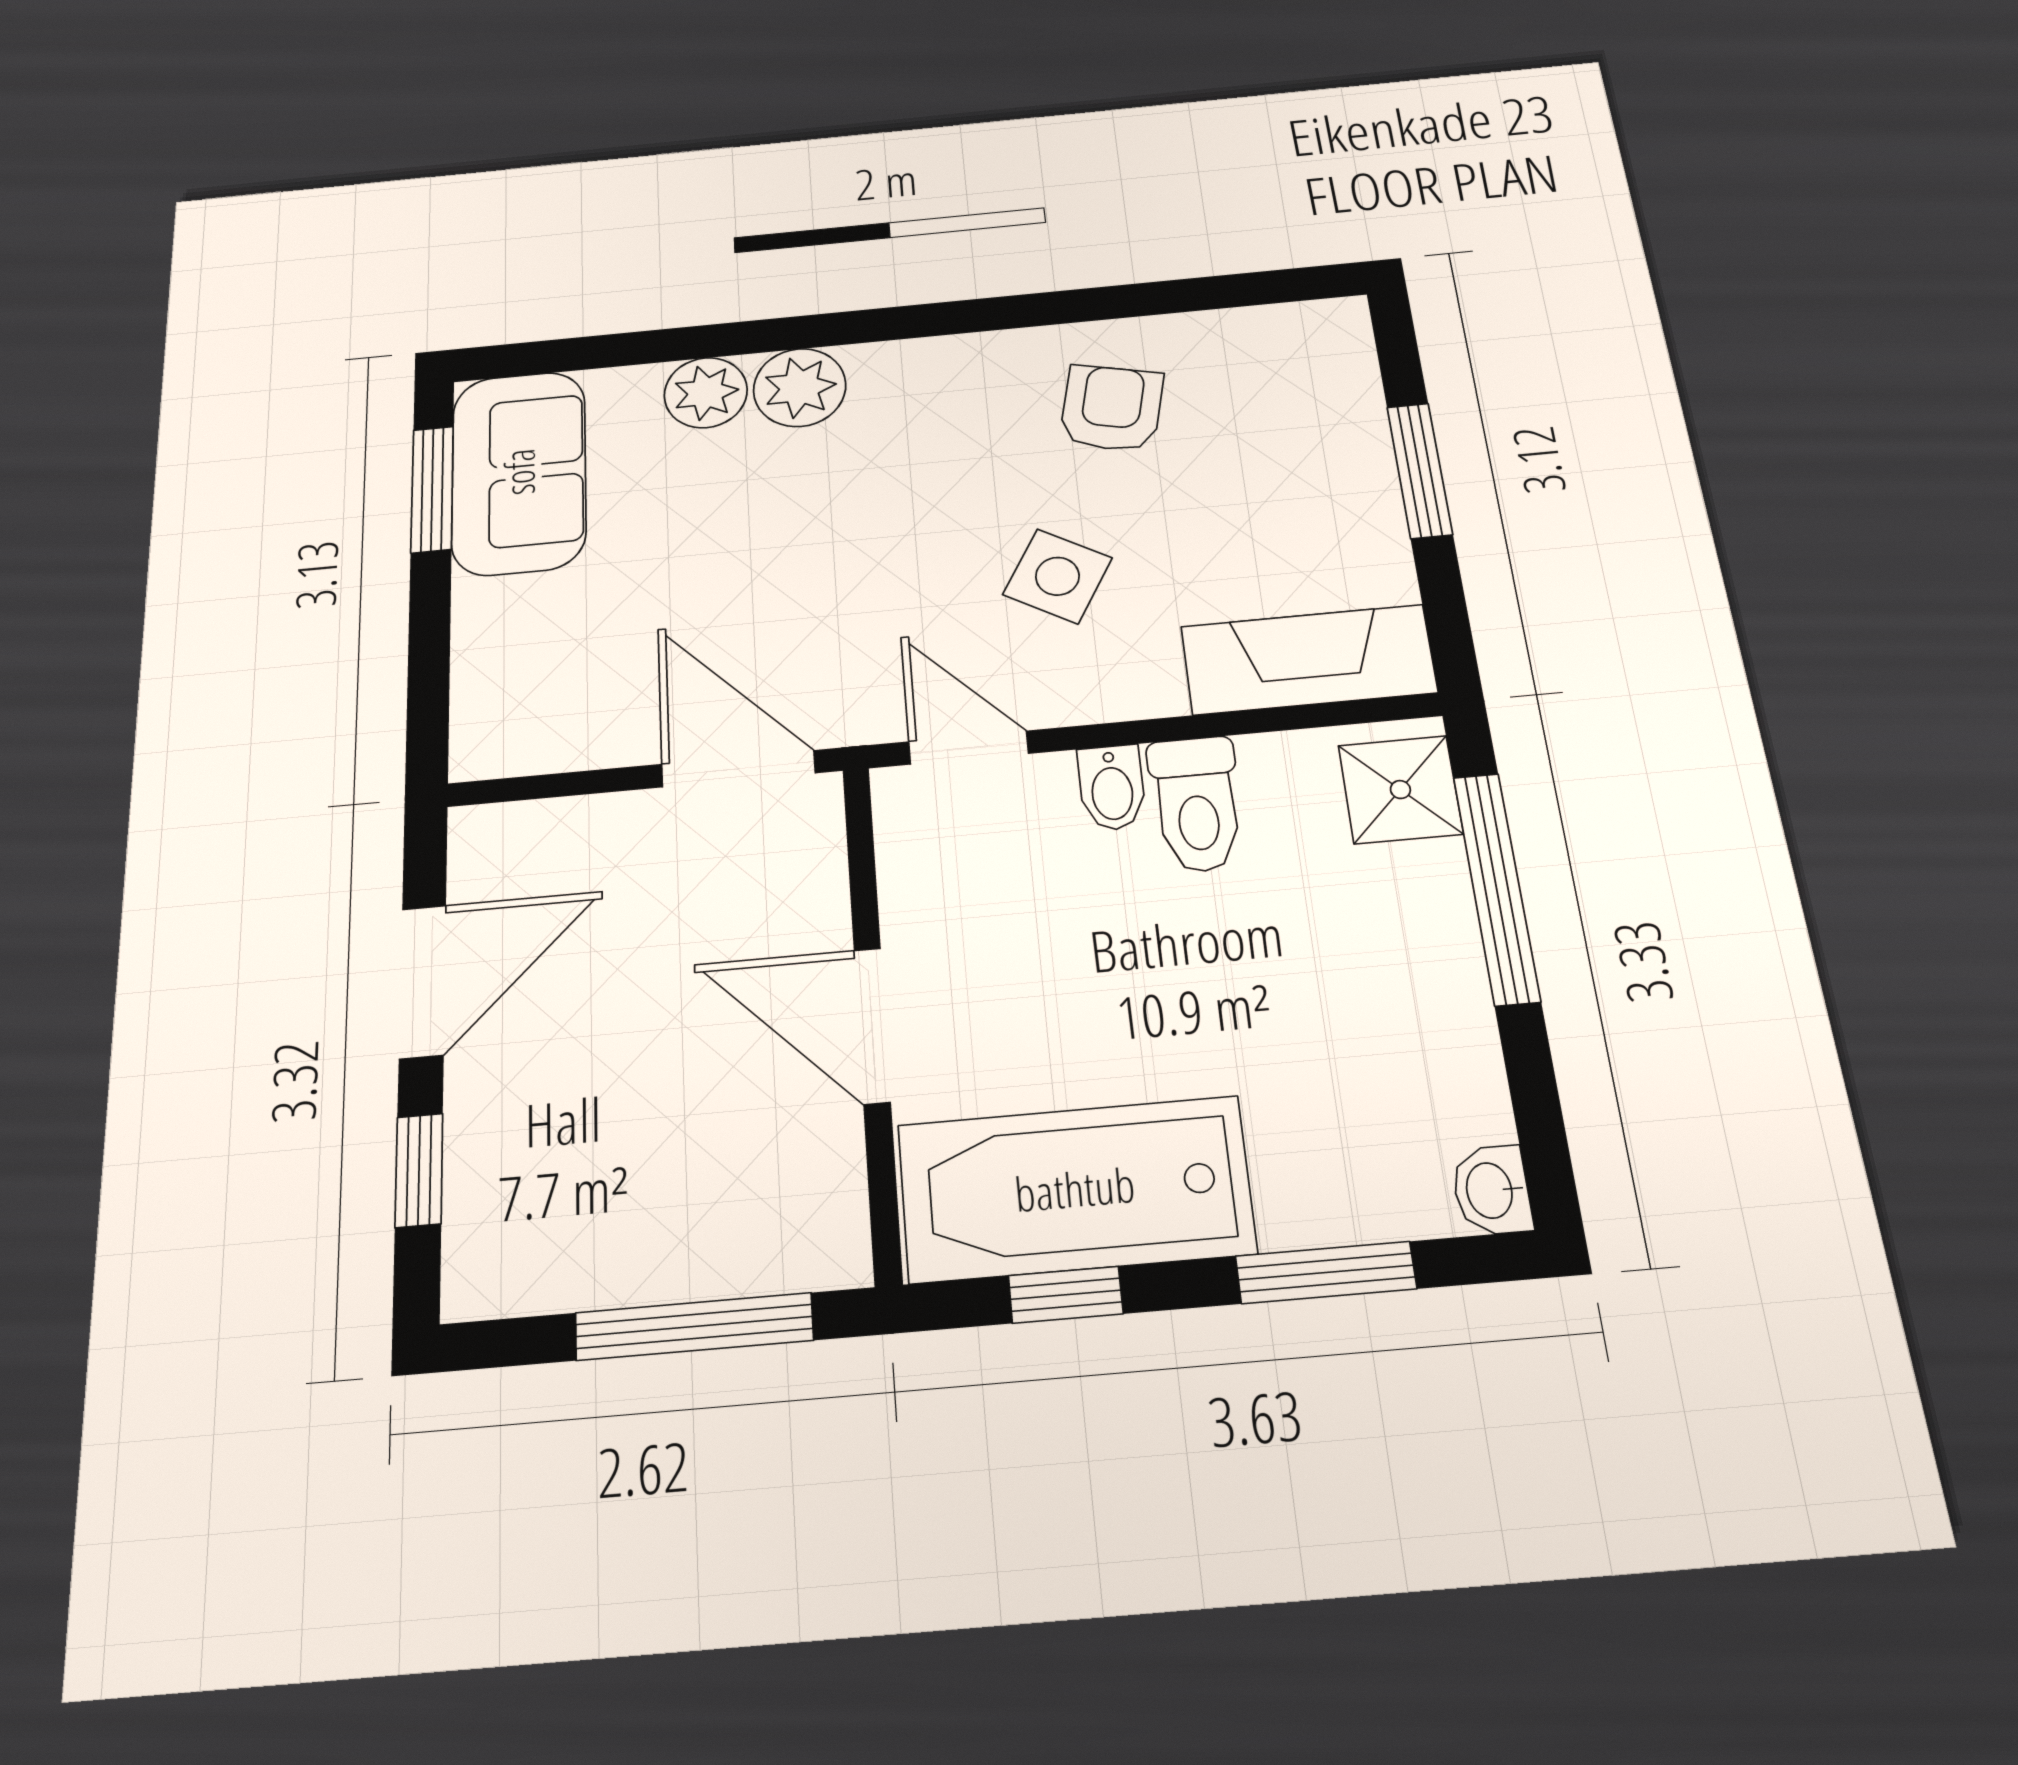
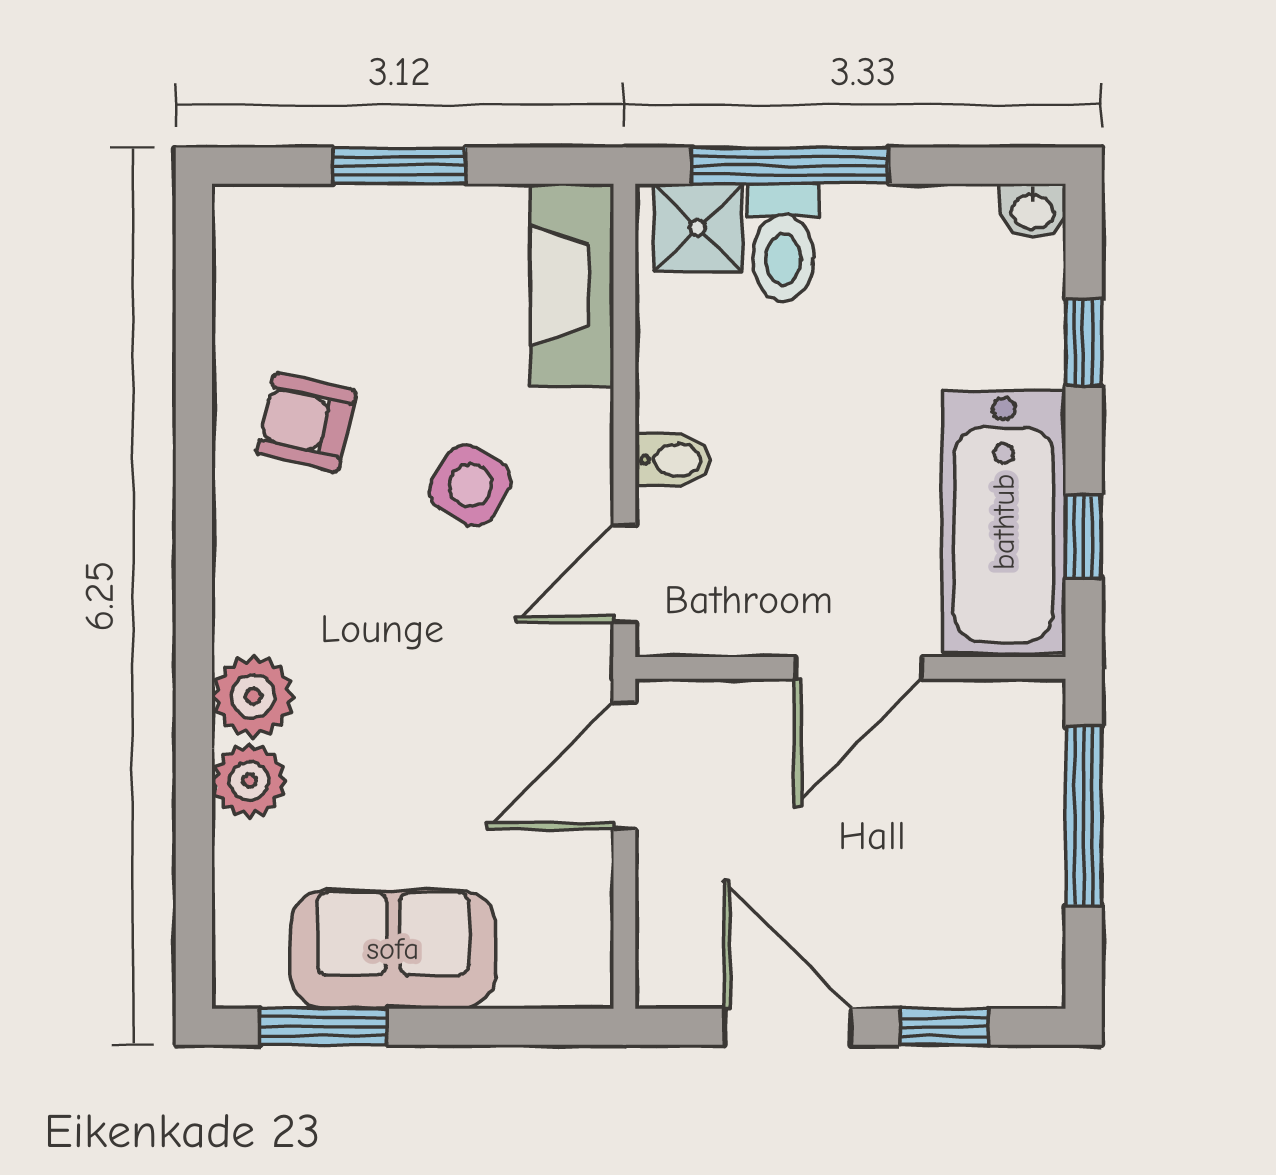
sofa: (519, 472) -> (393, 949), moved
toilet: (1197, 804) -> (783, 243), moved, turned 90
window: (1326, 1273) -> (1084, 342), width x0.67

